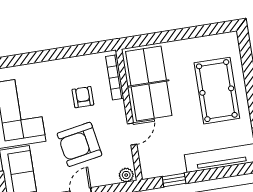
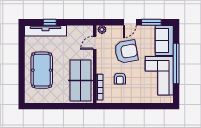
door: (132, 134) -> (95, 43), moved
window: (174, 180) -> (50, 22), moved

